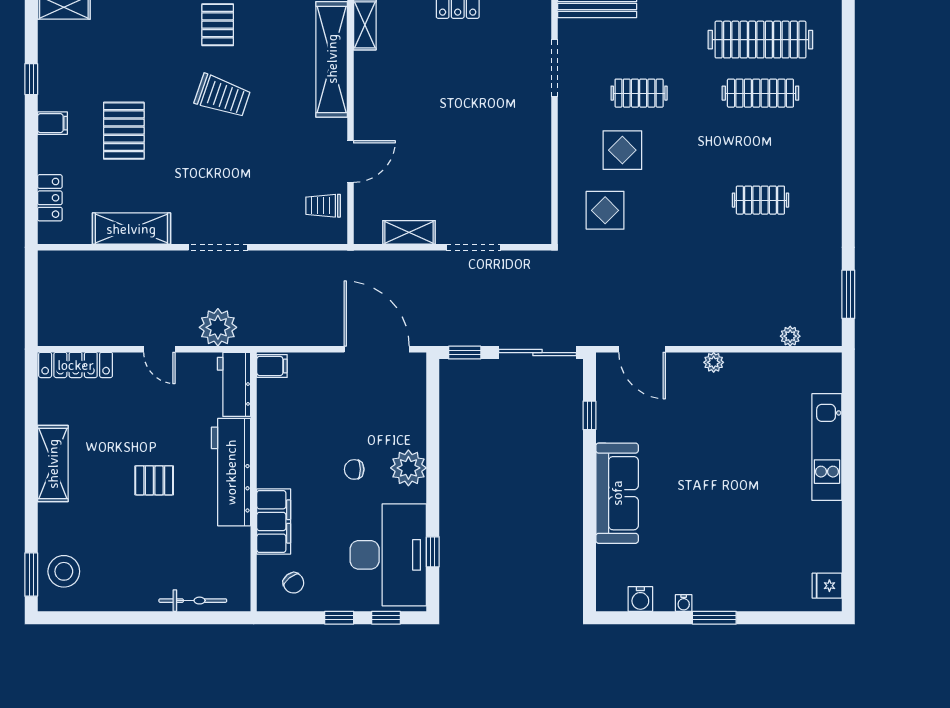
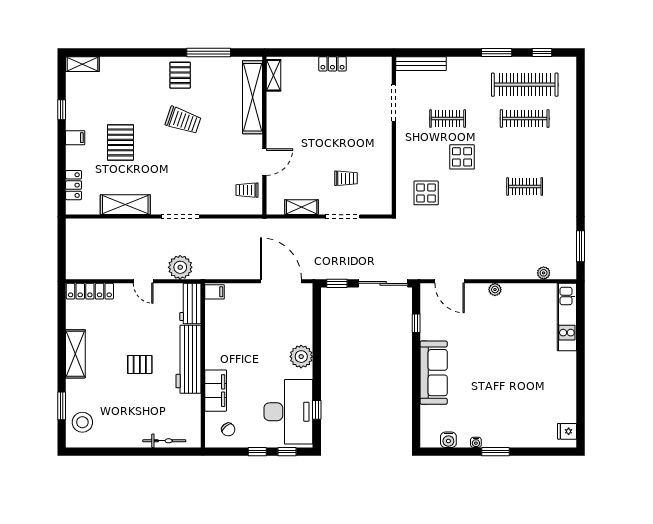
display table: (622, 150) -> (462, 157), moved
trolley: (479, 187) -> (346, 178), added
kitchen unit: (827, 447) -> (567, 317), moved
chair: (354, 469) -> (267, 358), removed
window: (31, 575) -> (62, 406), moved

